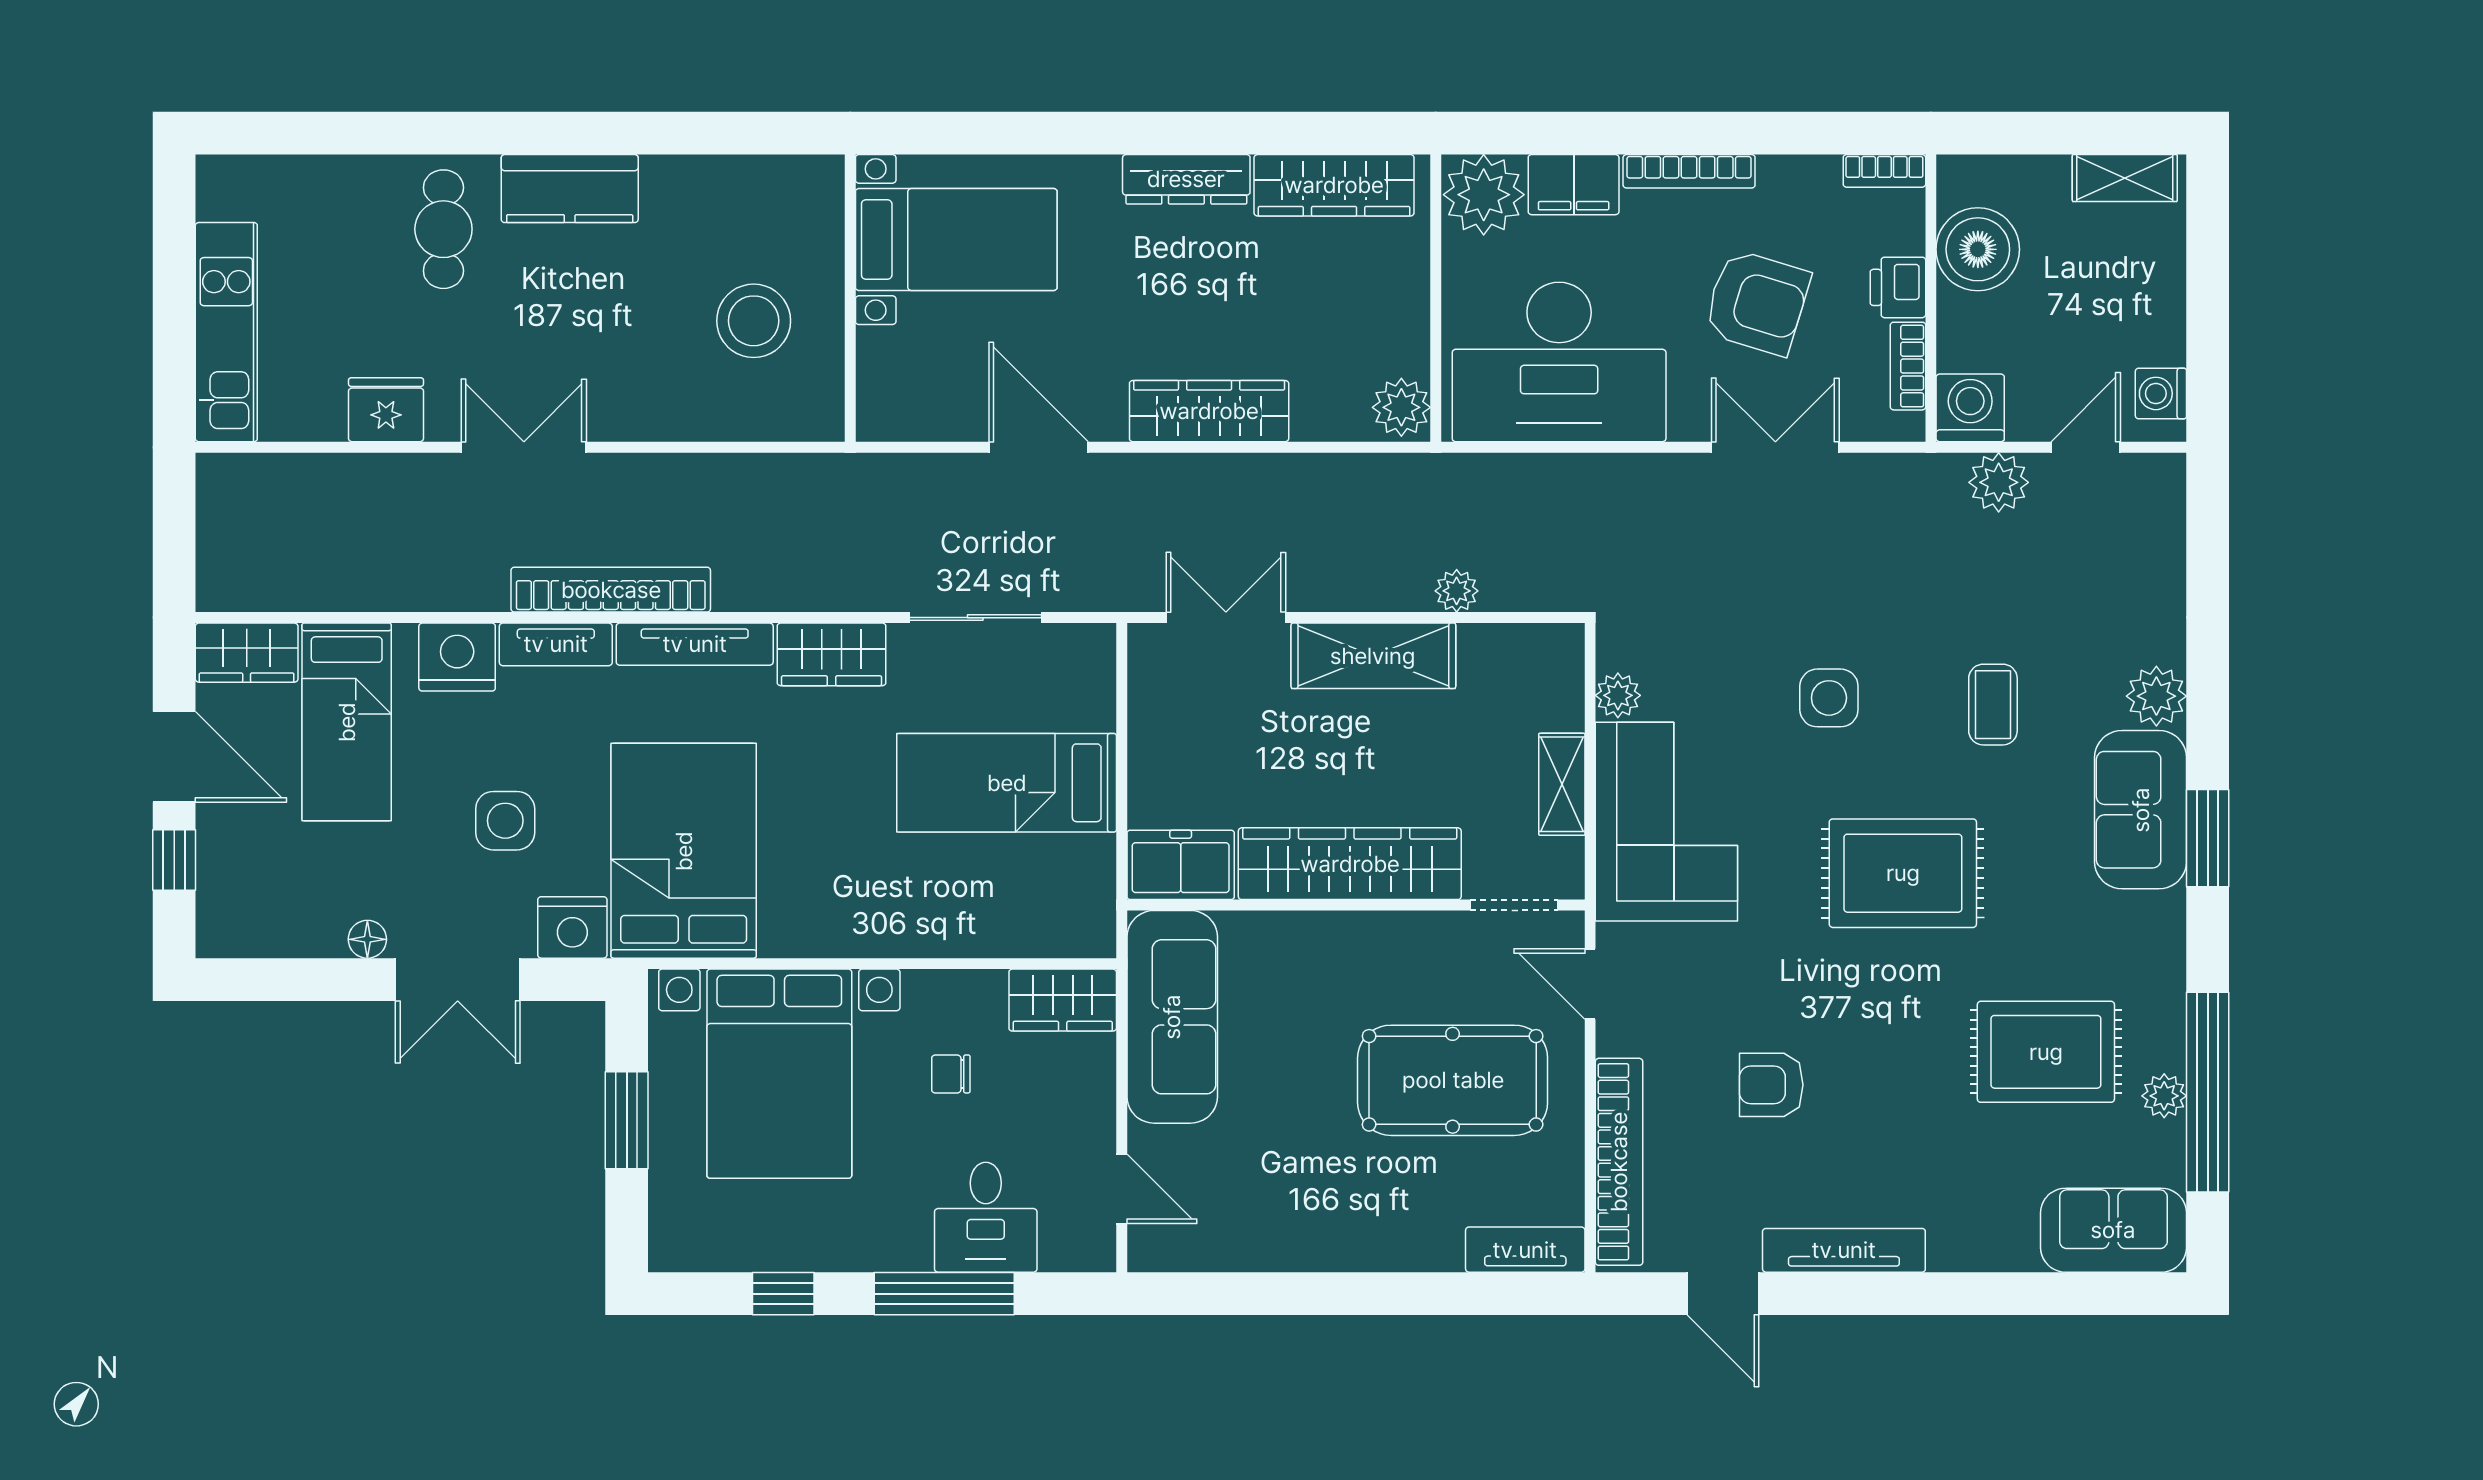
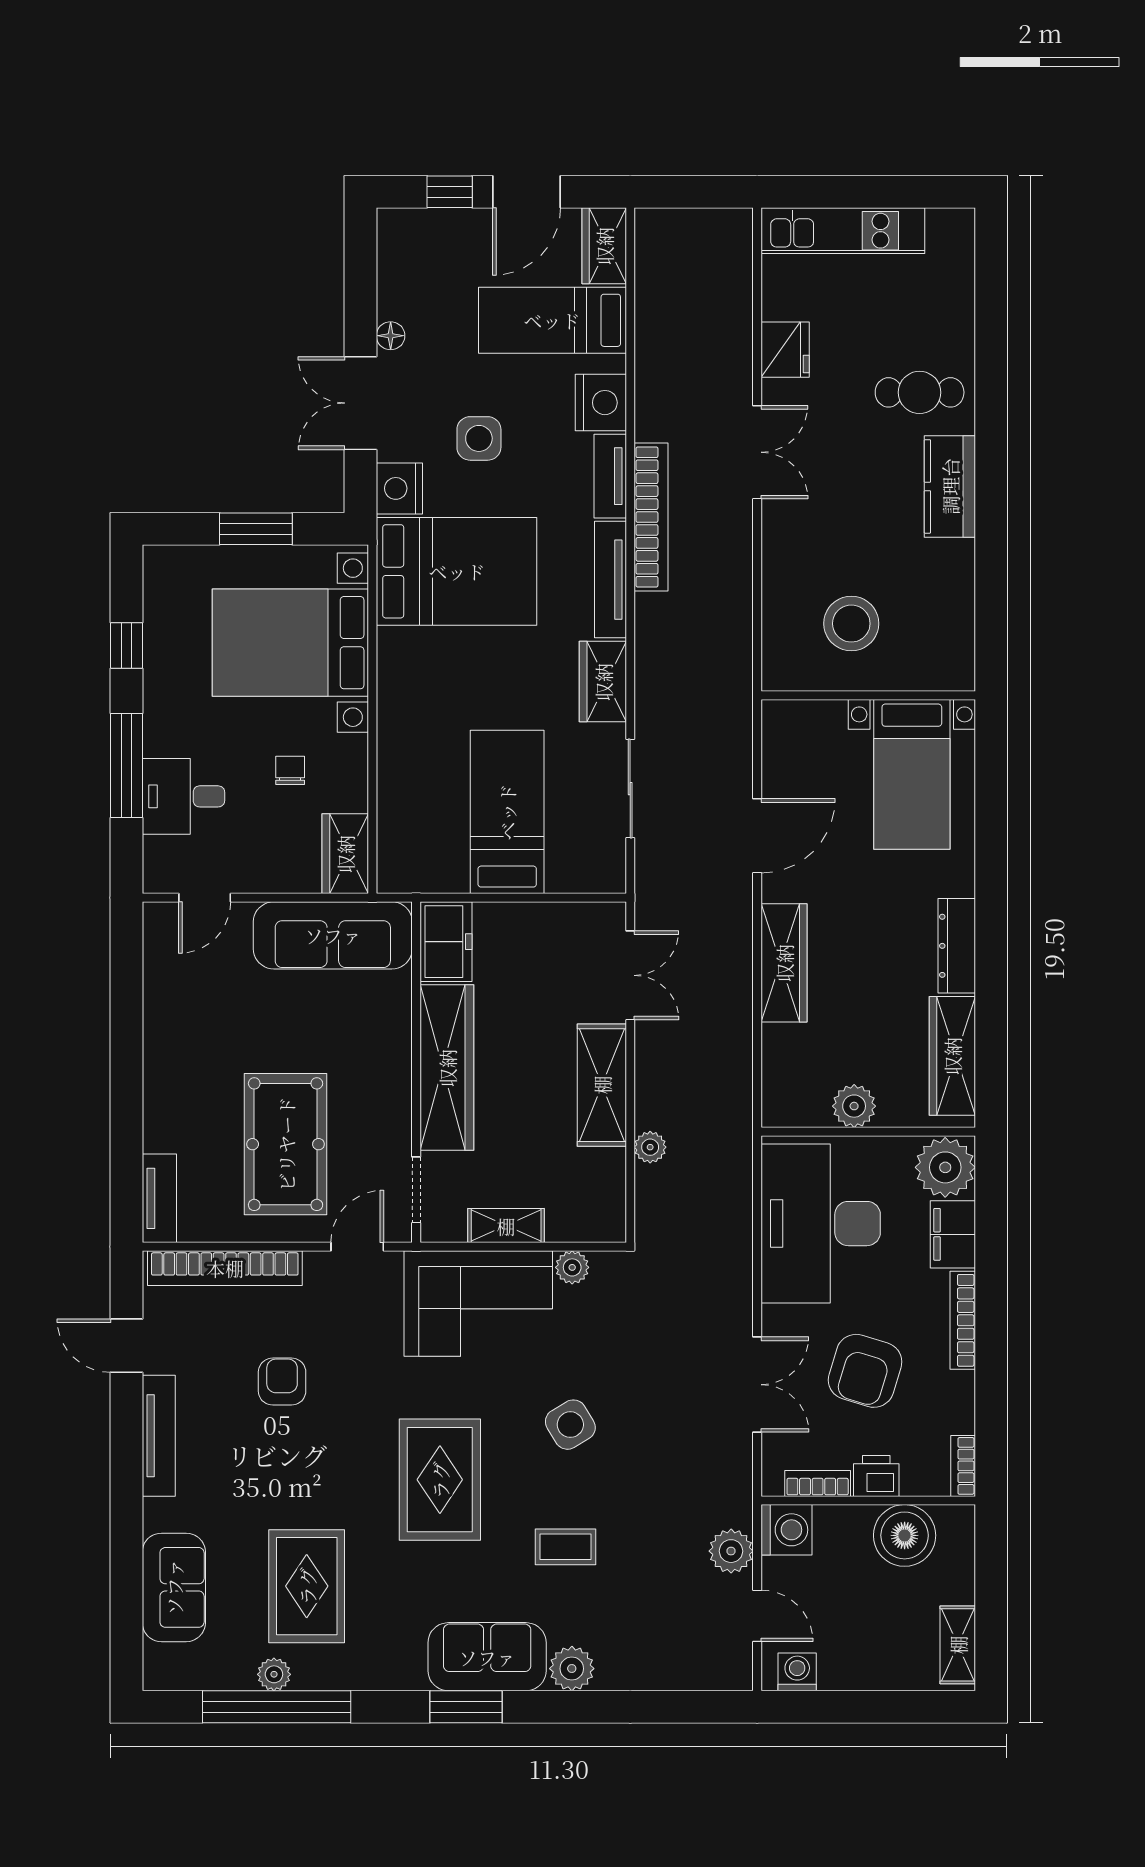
plant: (1401, 407) -> (854, 1106), moved
side table: (1829, 698) -> (570, 1425), turned -31
sofa: (2113, 1230) -> (174, 1587), moved
door: (1723, 1294) -> (127, 1346), hinge flipped

